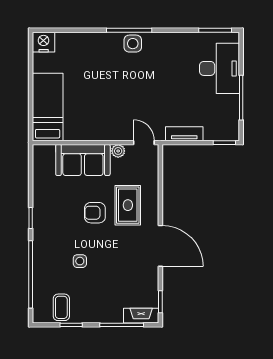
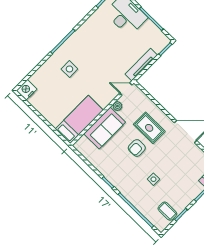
side table: (133, 44) -> (69, 69), moved
bed: (48, 107) -> (79, 119), moved, turned 90
tv unit: (184, 134) -> (141, 65), width x1.41

